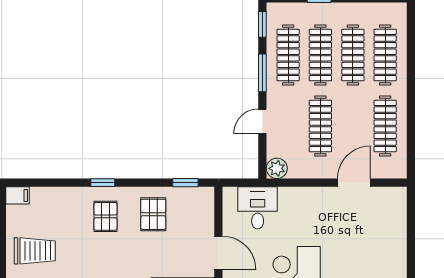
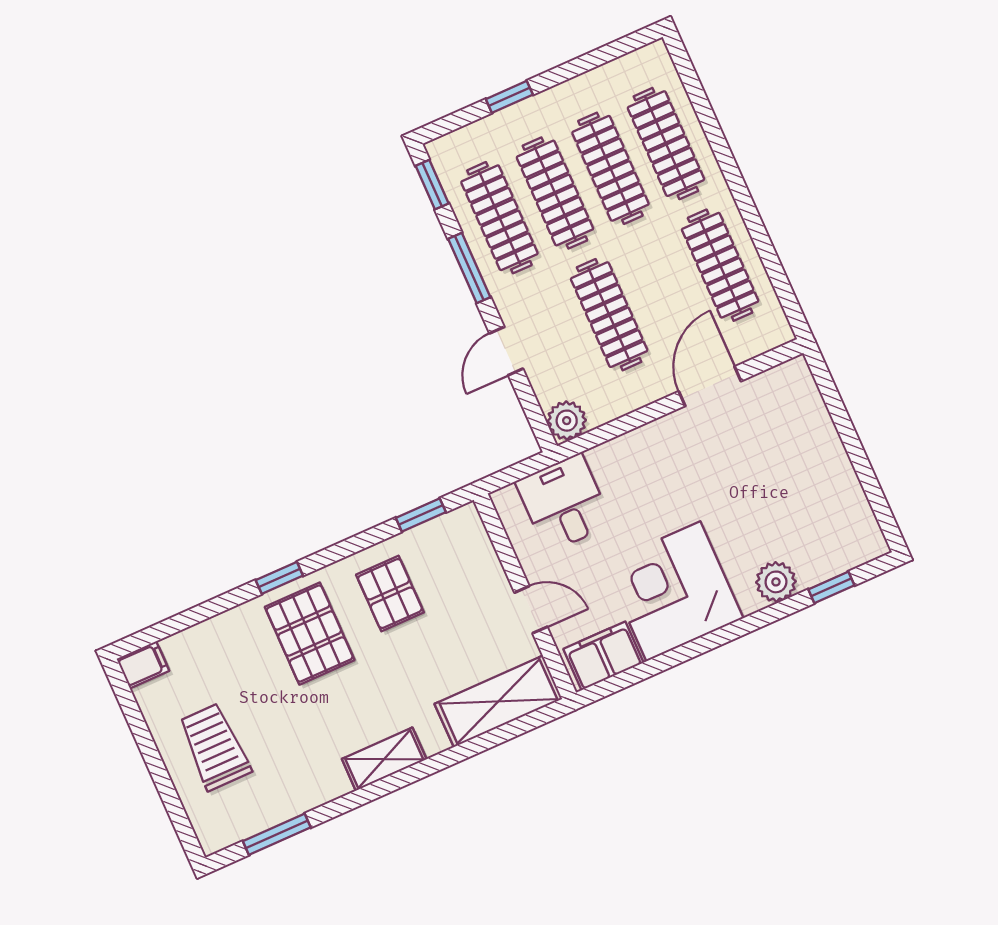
pallet: (105, 216) -> (310, 634), width x1.50, depth x1.42
trolley: (35, 251) -> (215, 747), turned -90
door: (218, 253) -> (531, 610), width x0.73

